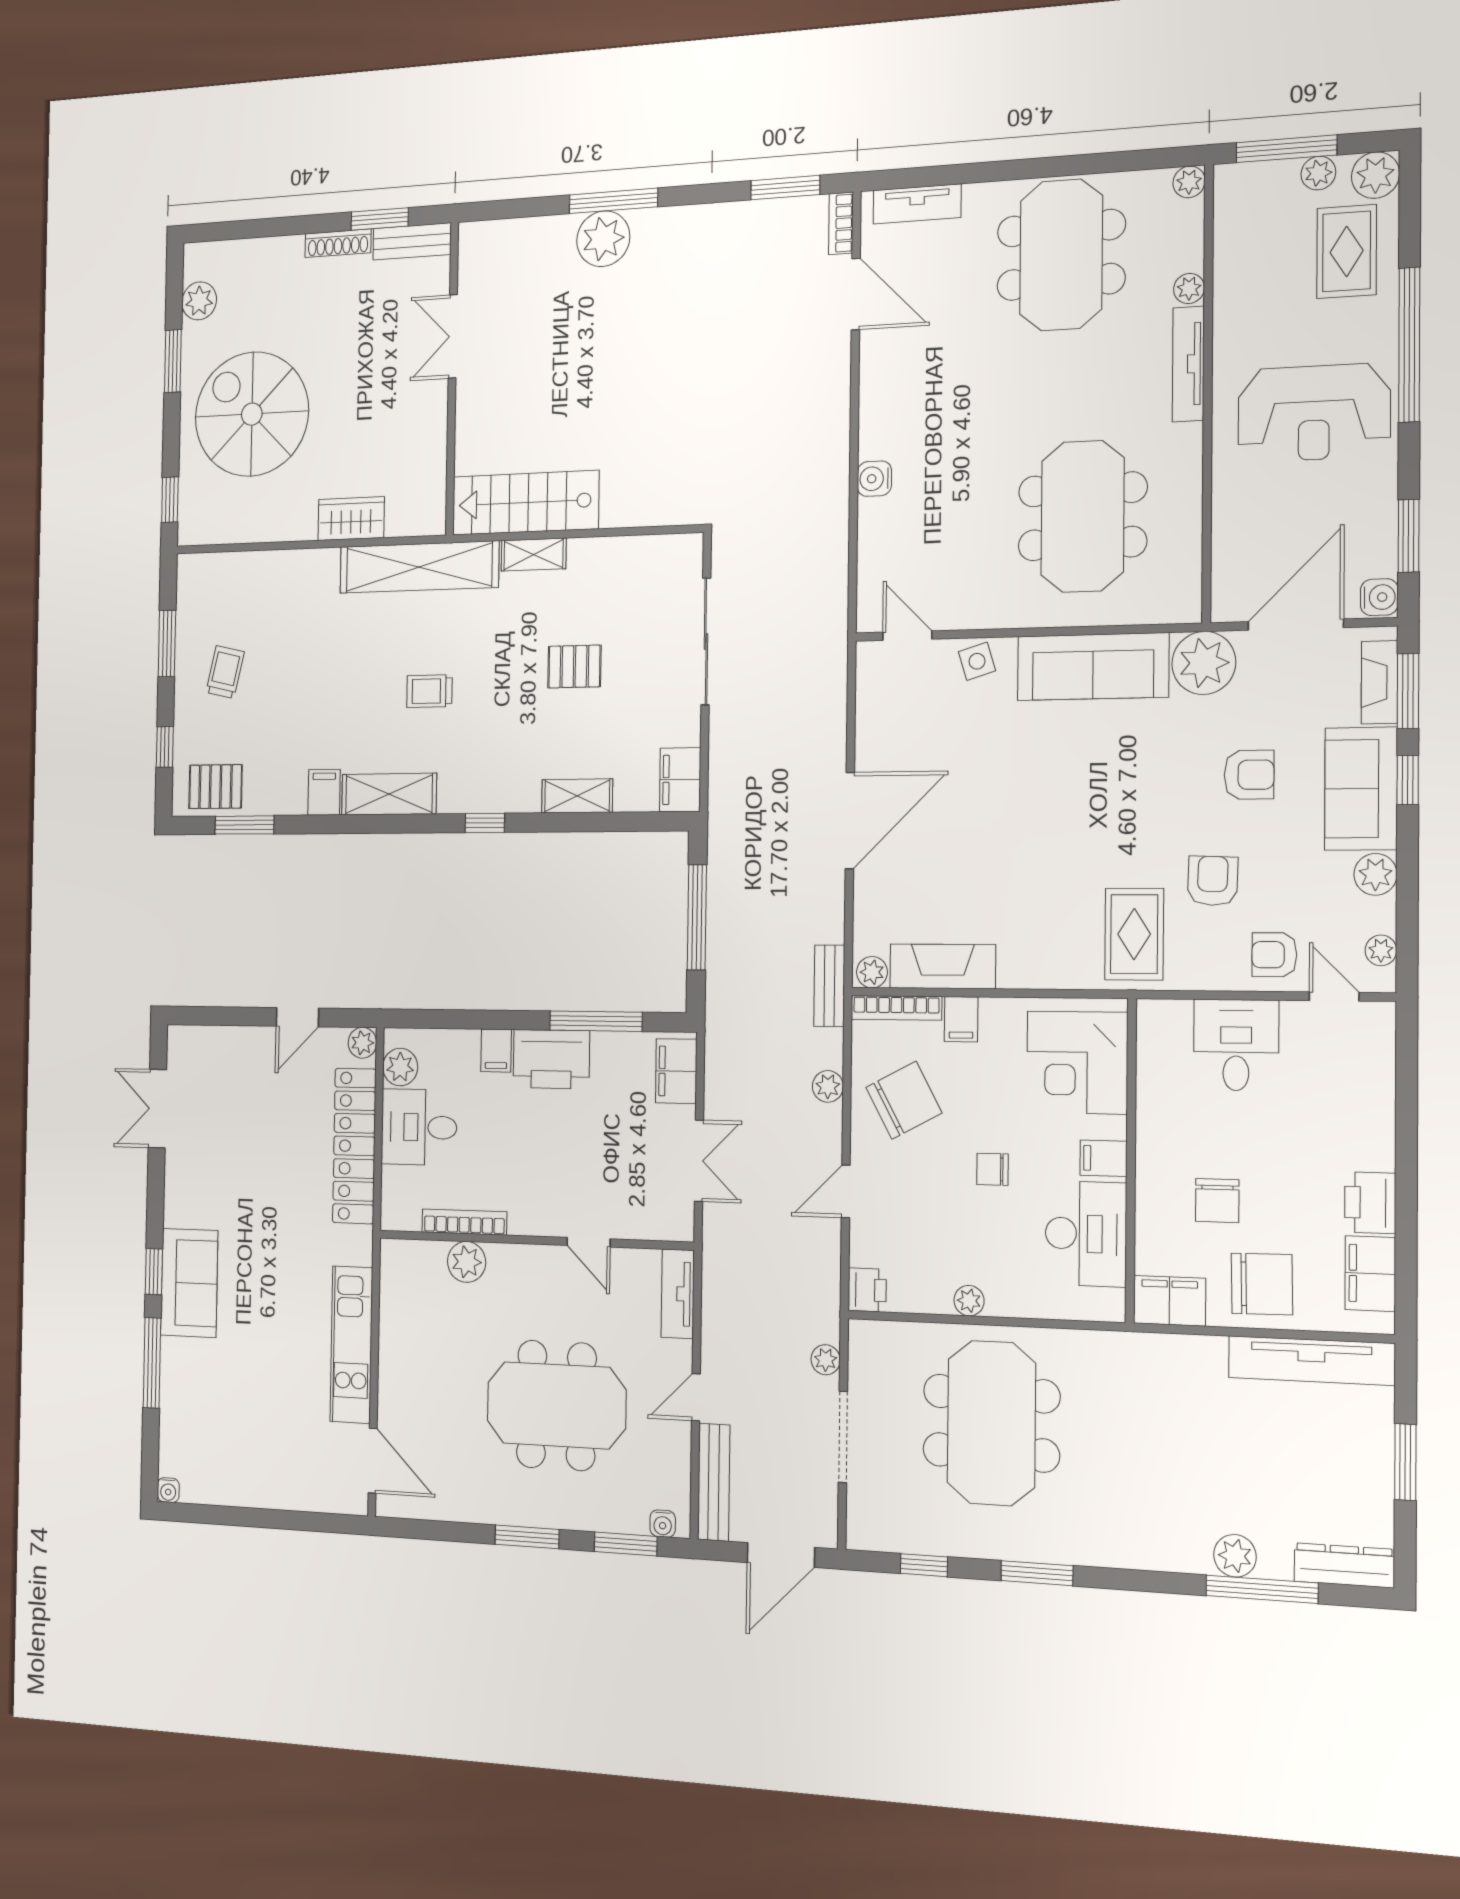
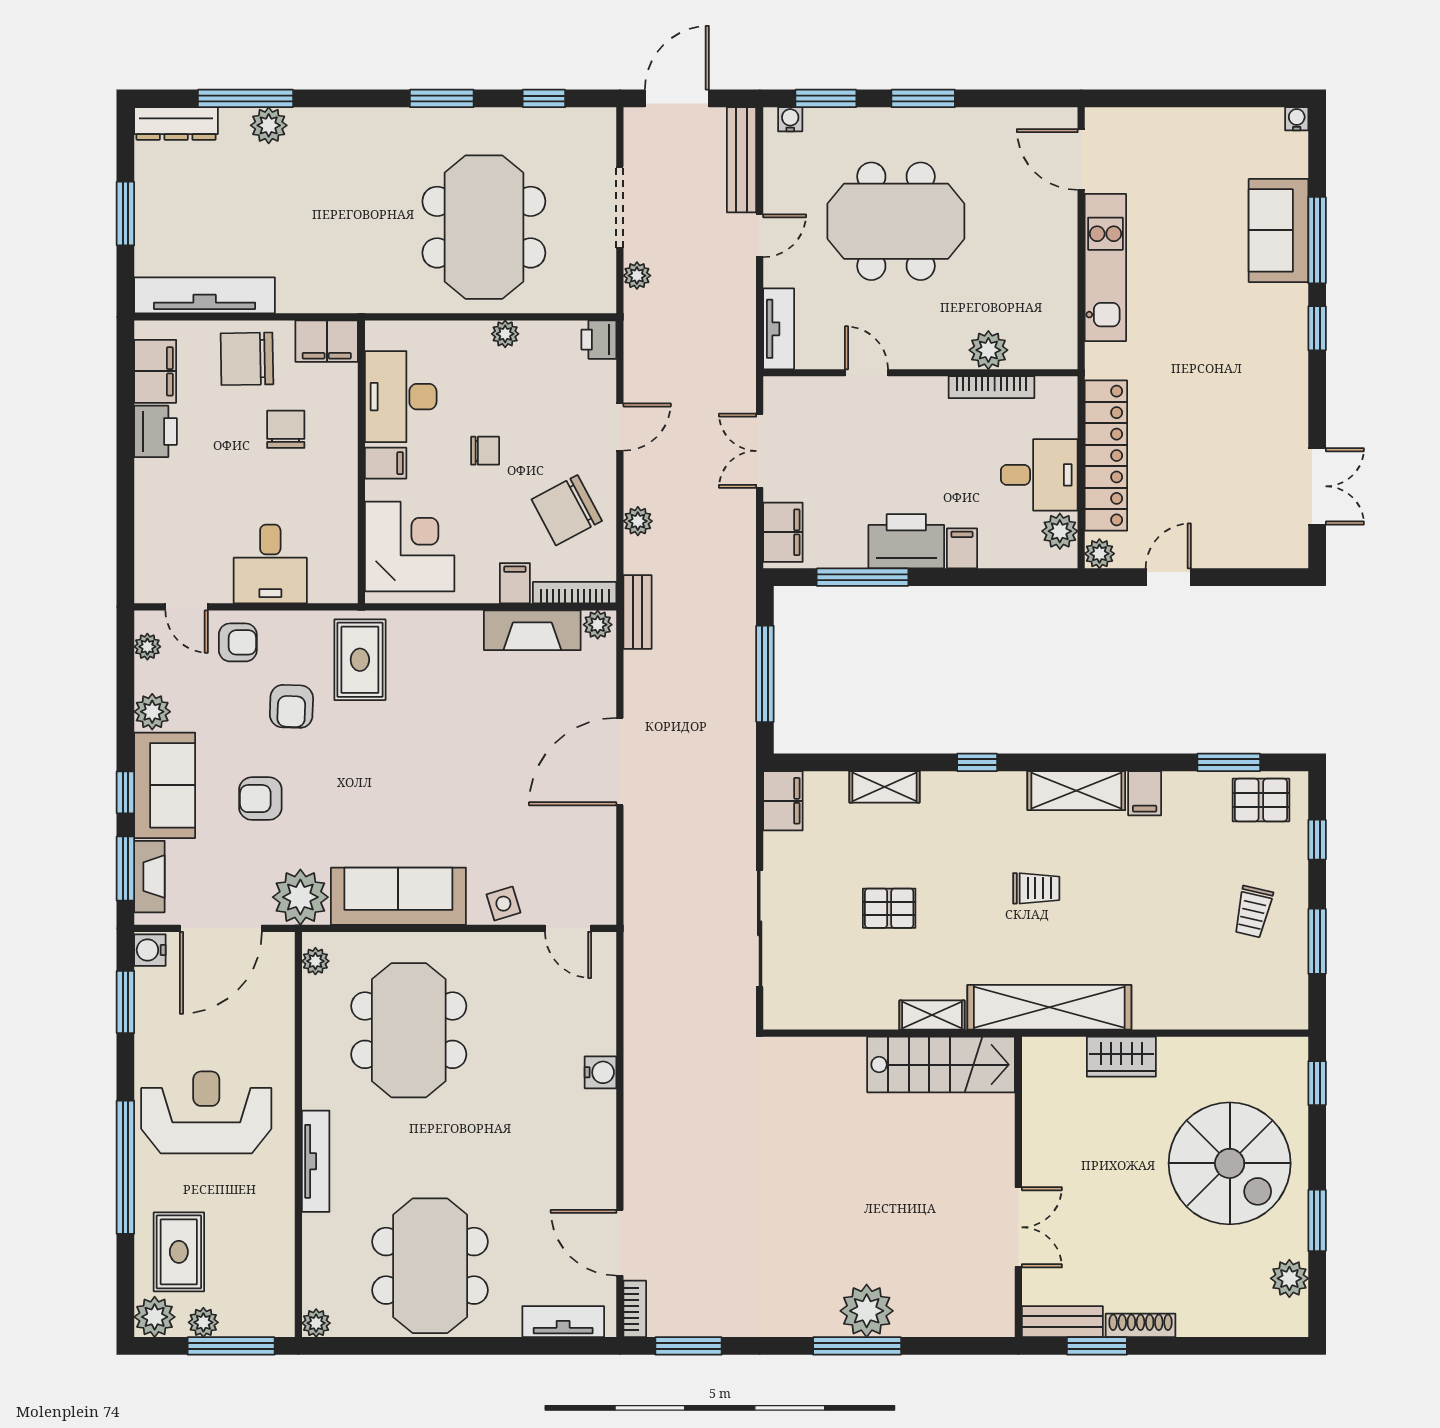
plant: (1189, 289) -> (315, 961), moved
sofa: (189, 1283) -> (1279, 230), moved

